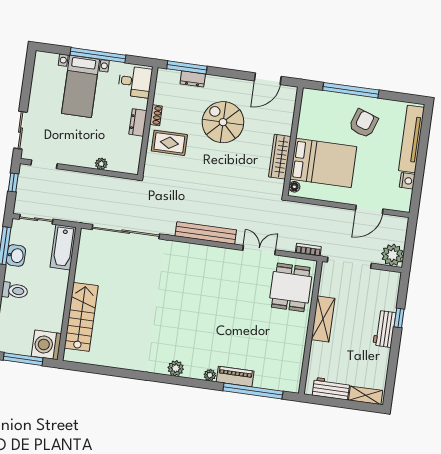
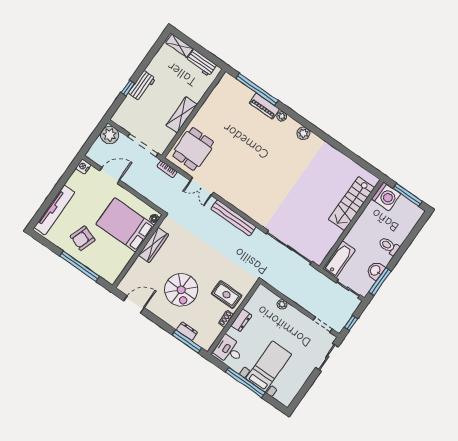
nightstand: (407, 181) -> (83, 167), moved

